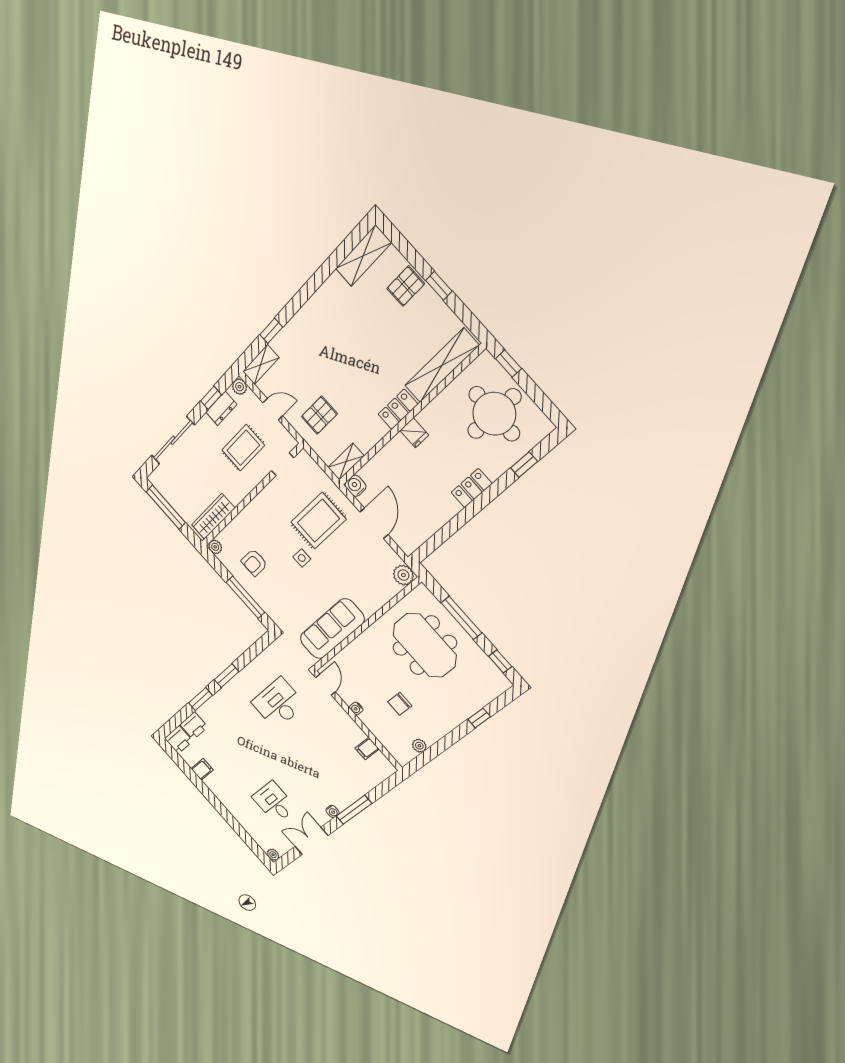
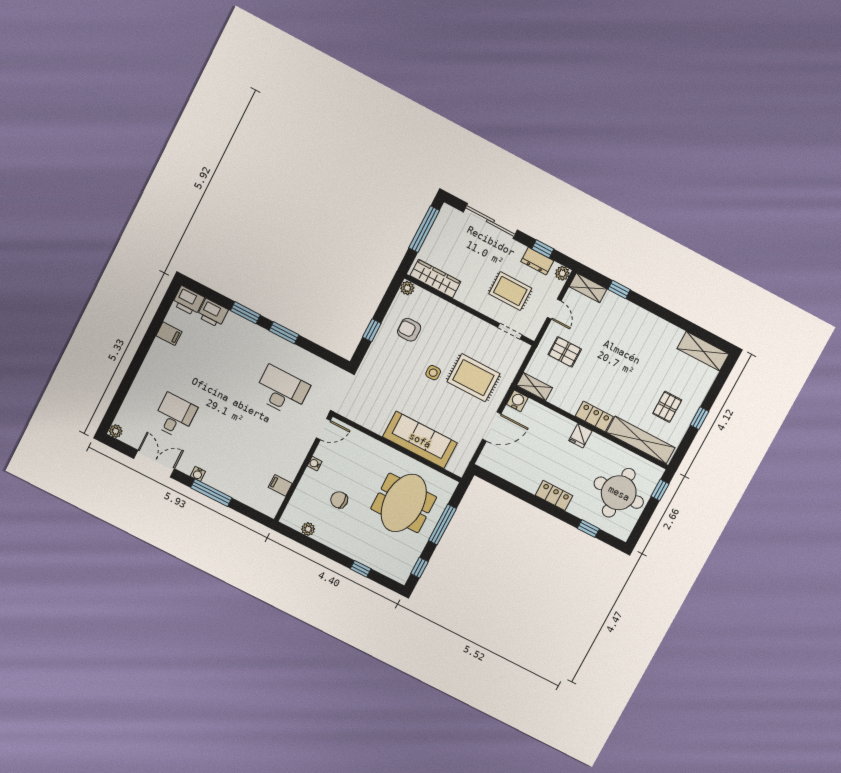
pallet: (406, 286) -> (667, 407), moved, turned 90
plant: (403, 575) -> (458, 465), removed
window: (245, 597) -> (372, 330), width x0.46
sofa: (332, 629) -> (420, 440), moved

